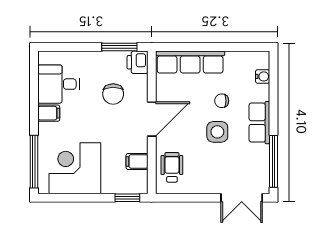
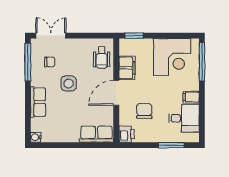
window: (119, 47) -> (171, 145), moved
row of seats: (190, 62) -> (96, 134), width x0.68
water cooler: (263, 76) -> (36, 137), moved
chair: (222, 101) -> (50, 62), moved
row of seats: (259, 123) -> (38, 102), moved
filing cabinet: (137, 161) -> (127, 68), width x2.00

